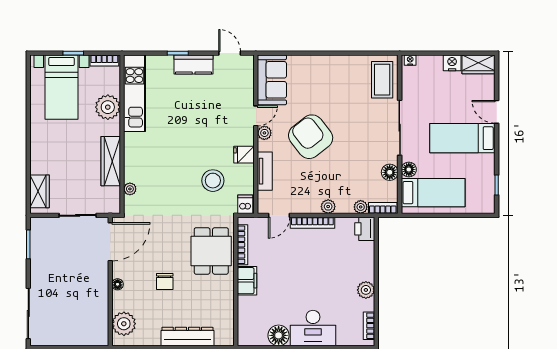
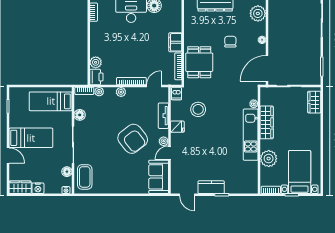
kitchen unit: (134, 93) -> (251, 135), moved
floor lamp: (409, 169) -> (67, 172), moved
plant: (366, 290) -> (96, 62), moved

